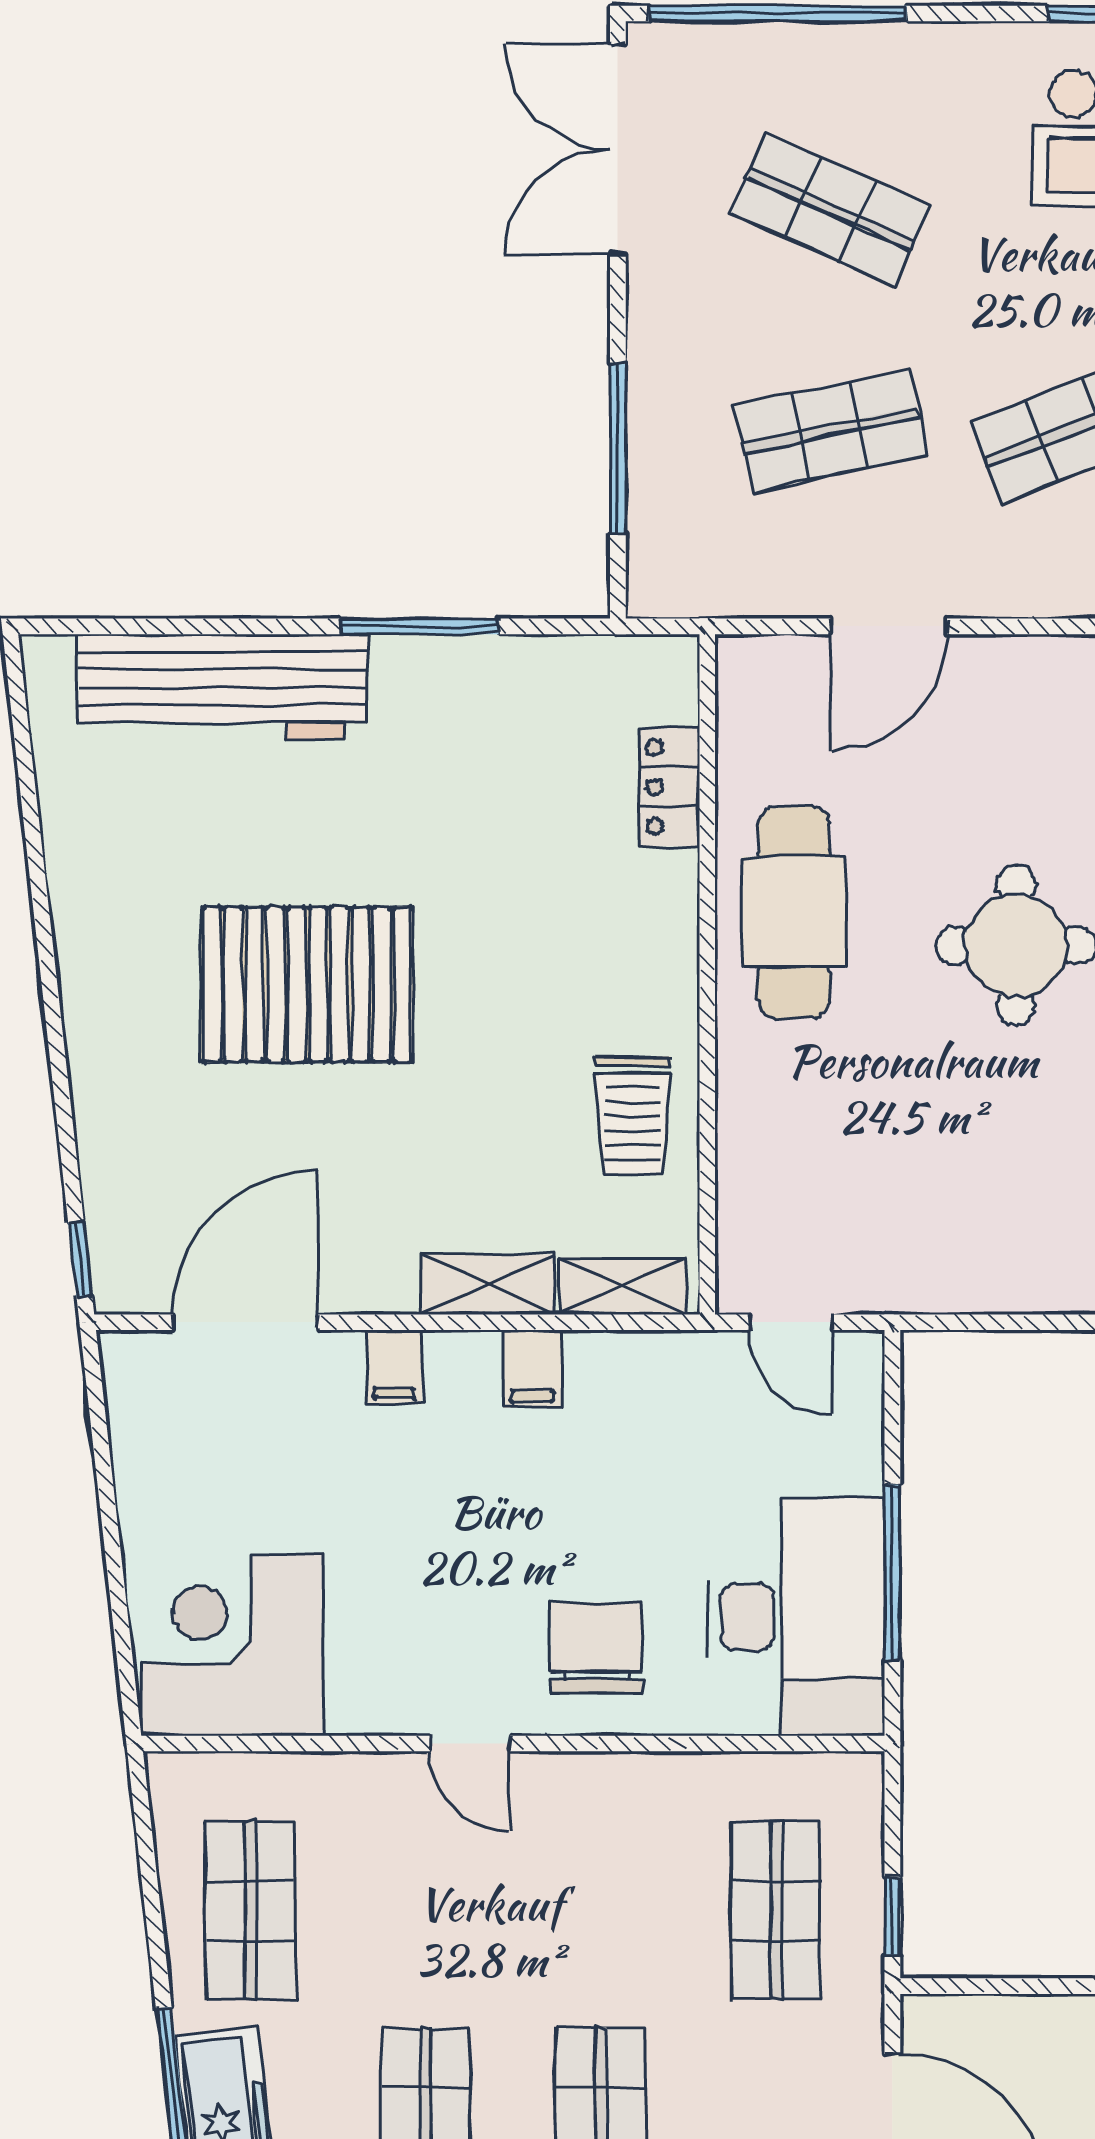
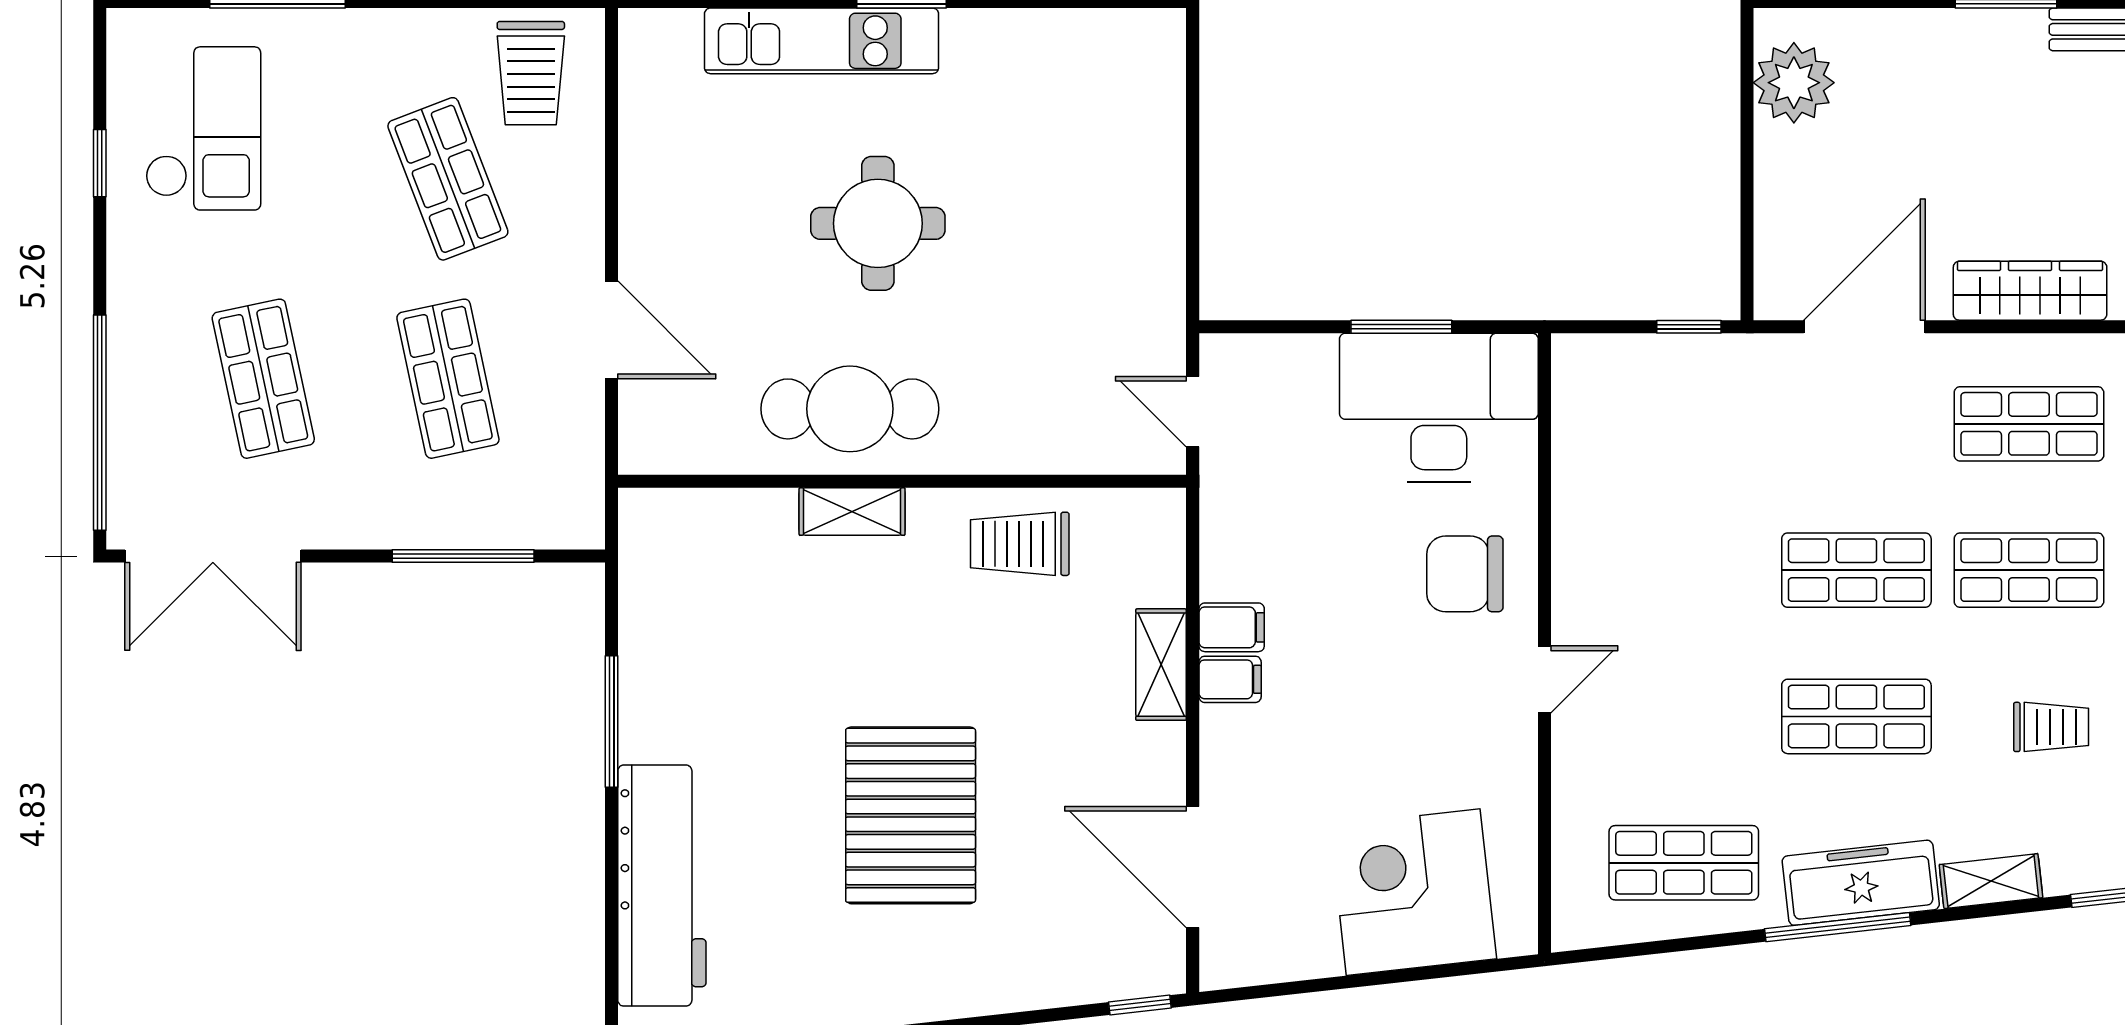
shop shelf: (830, 209) -> (263, 379), turned -36
locker: (670, 787) -> (746, 513), removed
trolley: (632, 1115) -> (1020, 544), turned 180
shelving: (623, 1286) -> (852, 512), moved, turned 90
door: (791, 1322) -> (1193, 412), swing flipped
filing cabinet: (394, 1367) -> (1230, 679), moved
window: (892, 1572) -> (1401, 327), width x0.69
corner desk: (232, 1645) -> (1413, 892), moved, turned 84
shop shelf: (776, 1910) -> (1684, 424), removed

